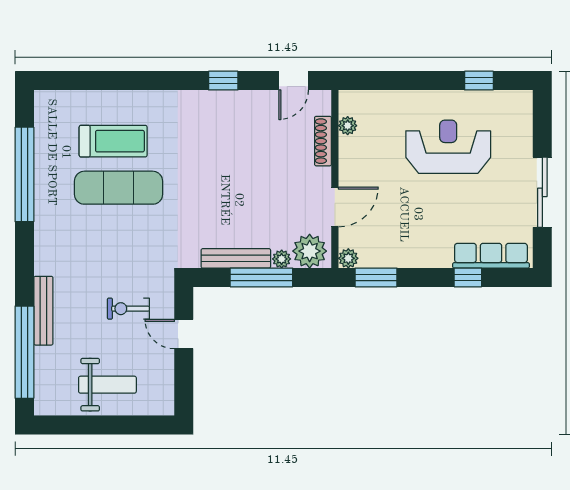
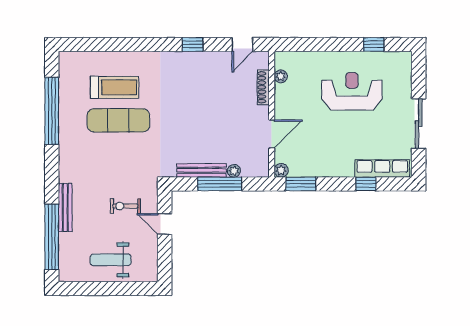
plant: (310, 251) -> (254, 165), removed
weight bench: (107, 385) -> (111, 260), turned 180

